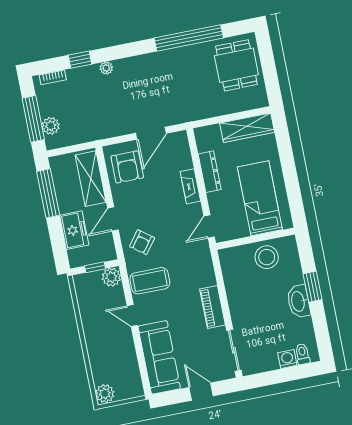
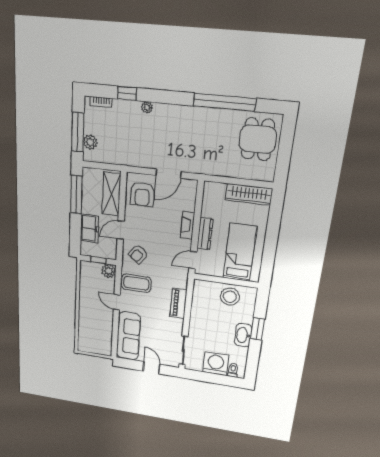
dresser: (210, 172) -> (205, 234), moved
piano: (213, 307) -> (179, 303), moved
washing machine: (287, 359) -> (216, 364), width x1.89, depth x1.89
plant: (105, 394) -> (84, 345), removed

